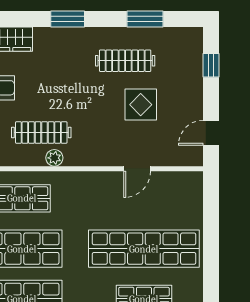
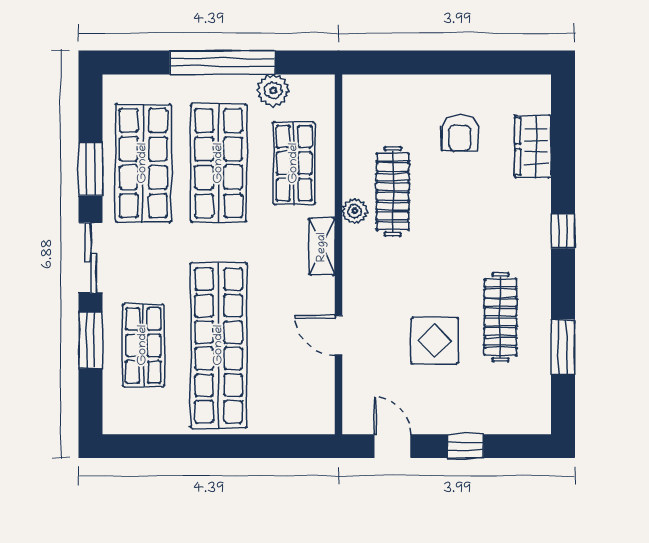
window: (68, 19) -> (563, 231), width x0.67
window: (211, 65) -> (465, 446), moved
shelving: (78, 180) -> (322, 247), added

